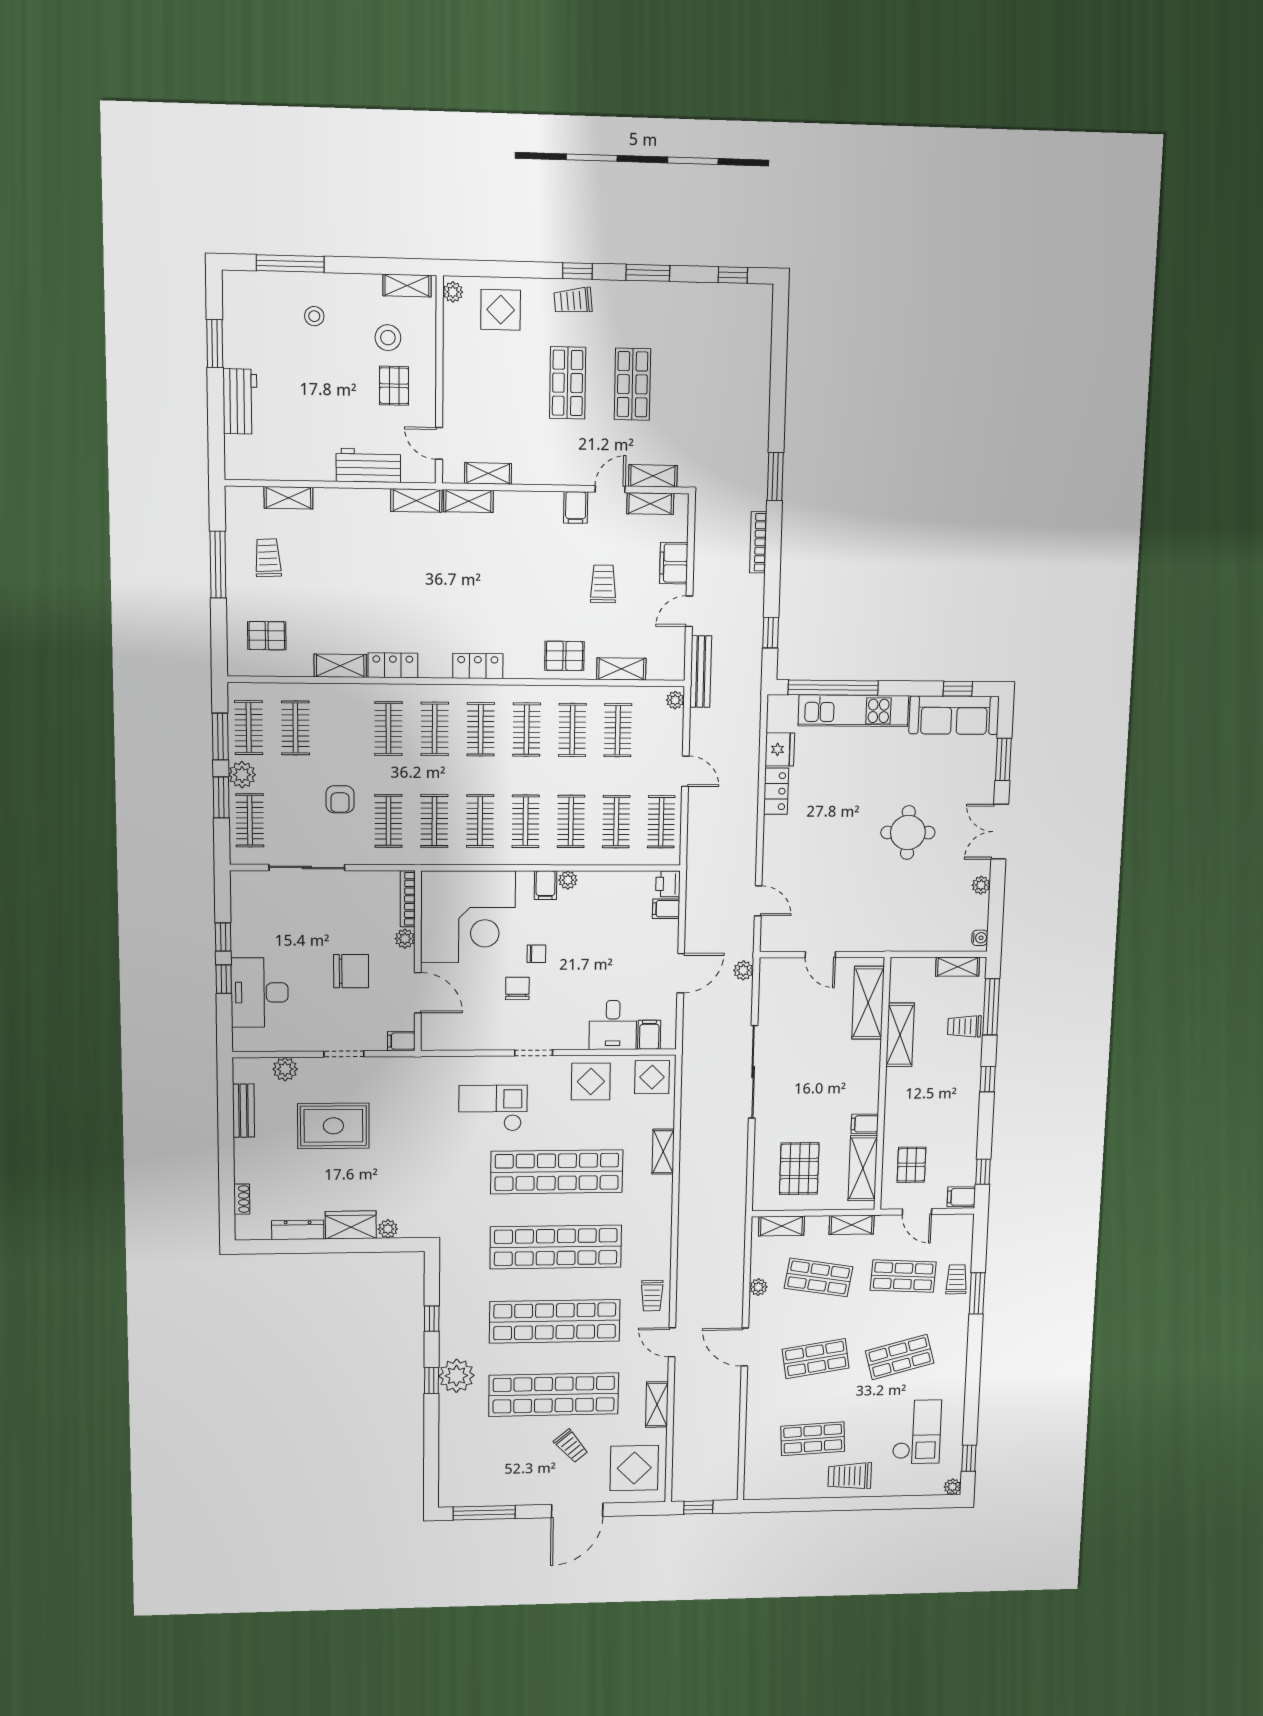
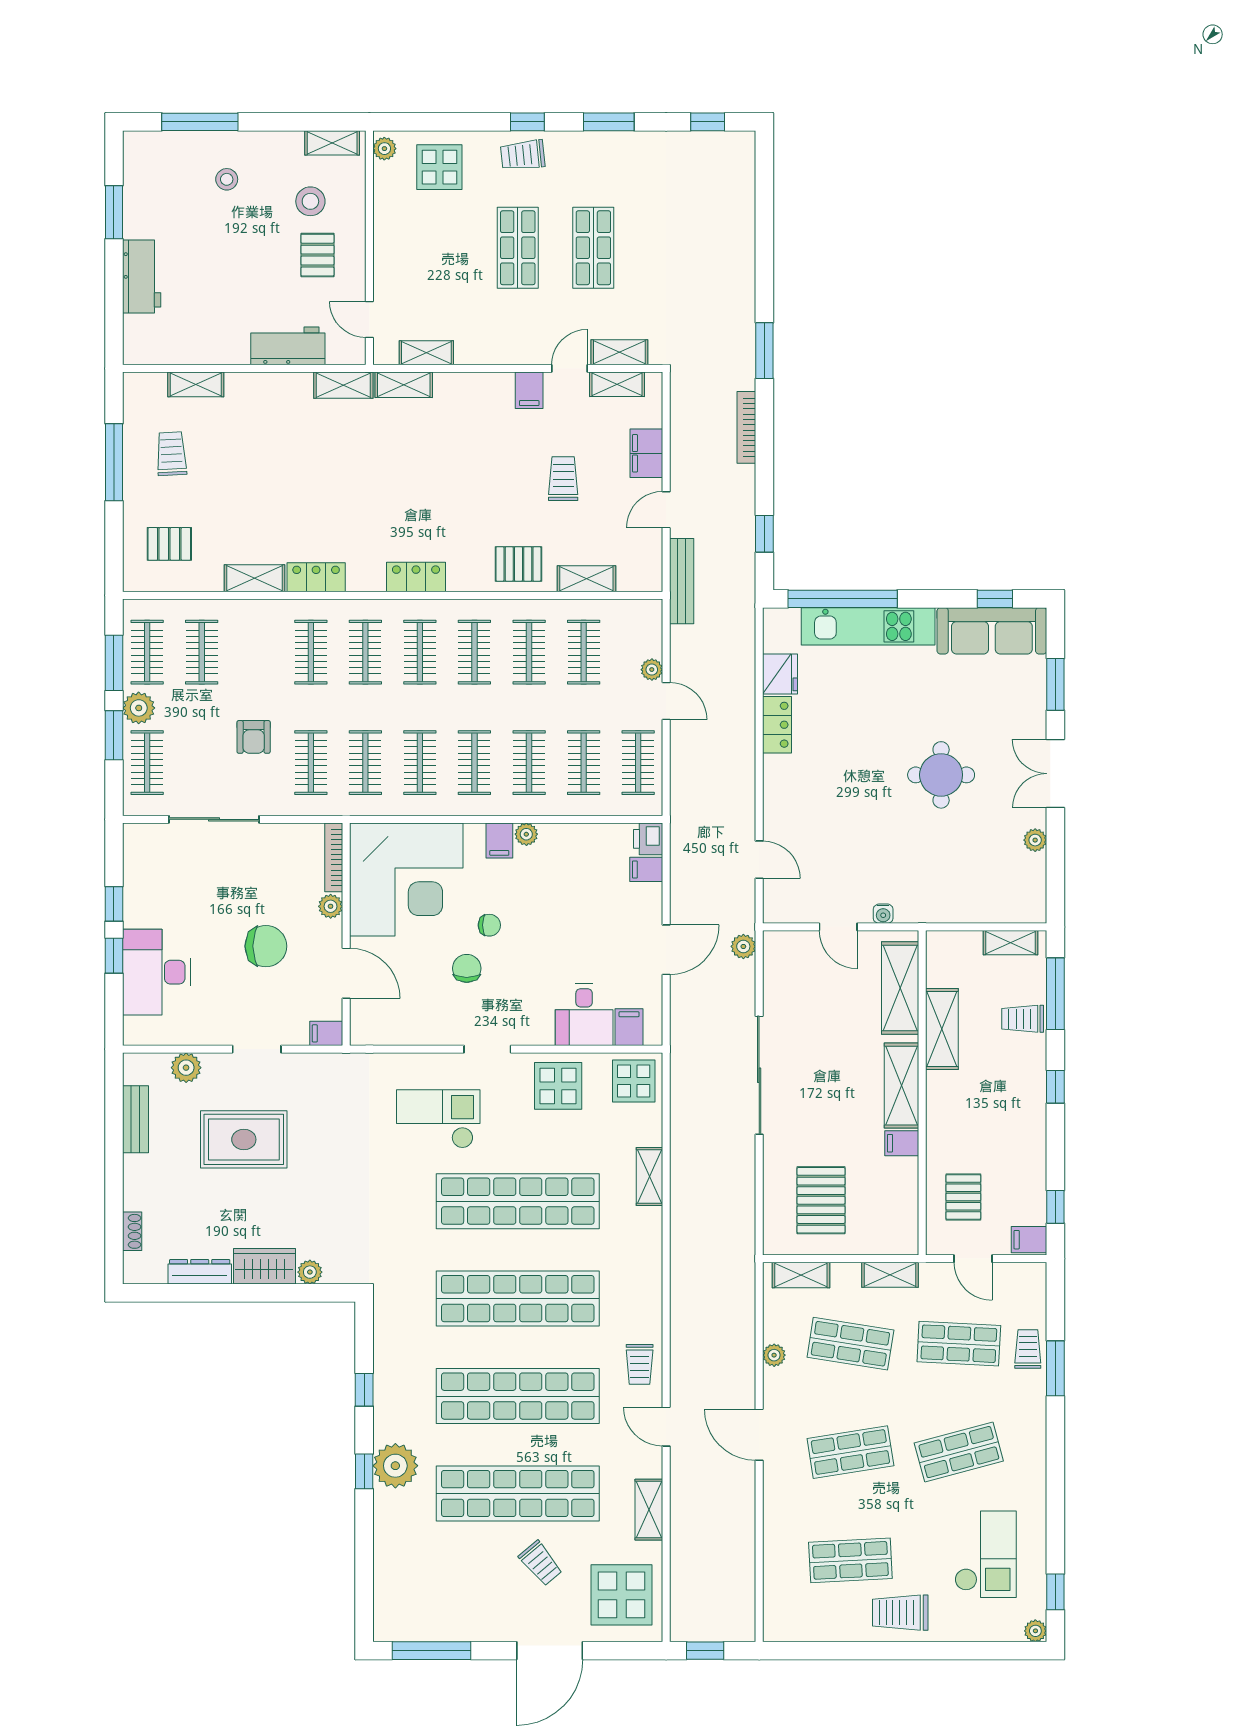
plant: (675, 700) -> (652, 670), moved
water cooler: (980, 938) -> (883, 914), moved, turned 90
shelving: (863, 1168) -> (902, 1086), moved

